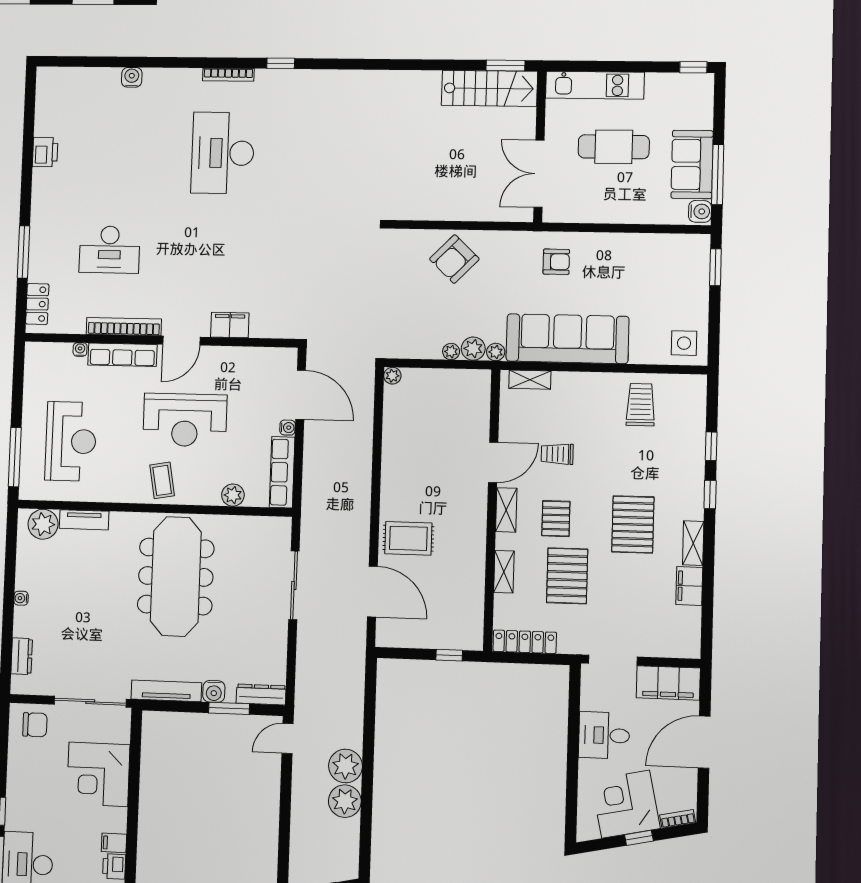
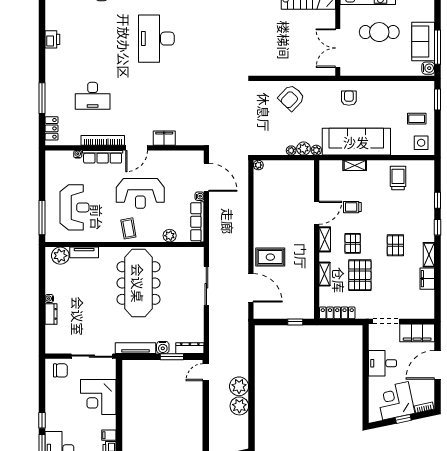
armchair: (556, 262) -> (349, 98), turned -90
coffee table: (677, 300) -> (417, 119), added
shelving: (530, 380) -> (355, 165), moved
pallet: (633, 524) -> (395, 245), width x0.67, depth x0.71
dresser: (22, 656) -> (51, 314), moved

